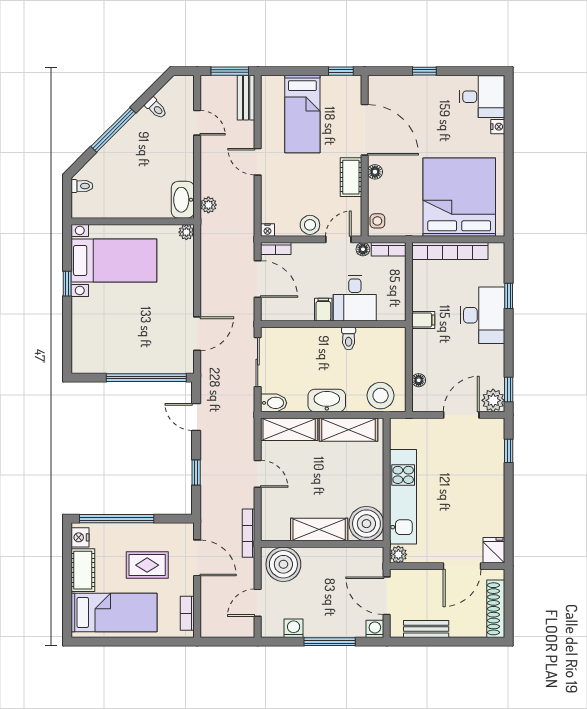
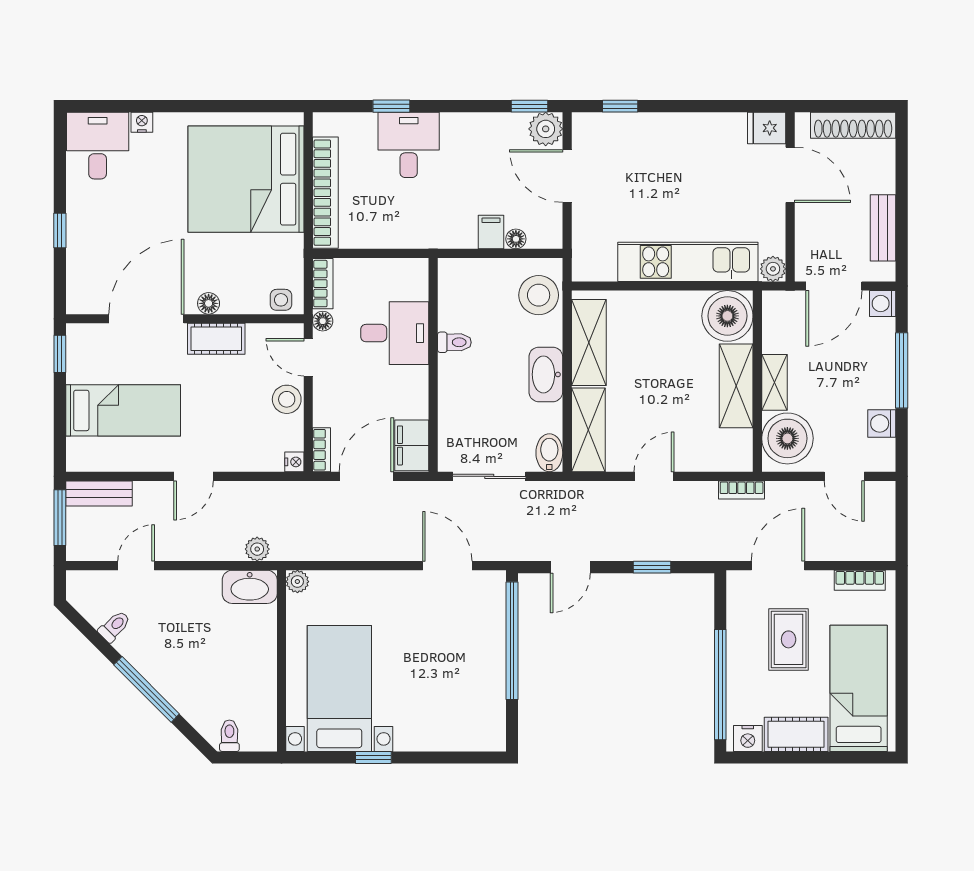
filing cabinet: (323, 310) -> (412, 445), moved, width x2.00
desk: (482, 315) -> (409, 145), width x0.73
filing cabinet: (423, 320) -> (491, 232), moved
bookcase: (248, 533) -> (742, 490), width x0.64
shelving: (321, 556) -> (775, 382), added

